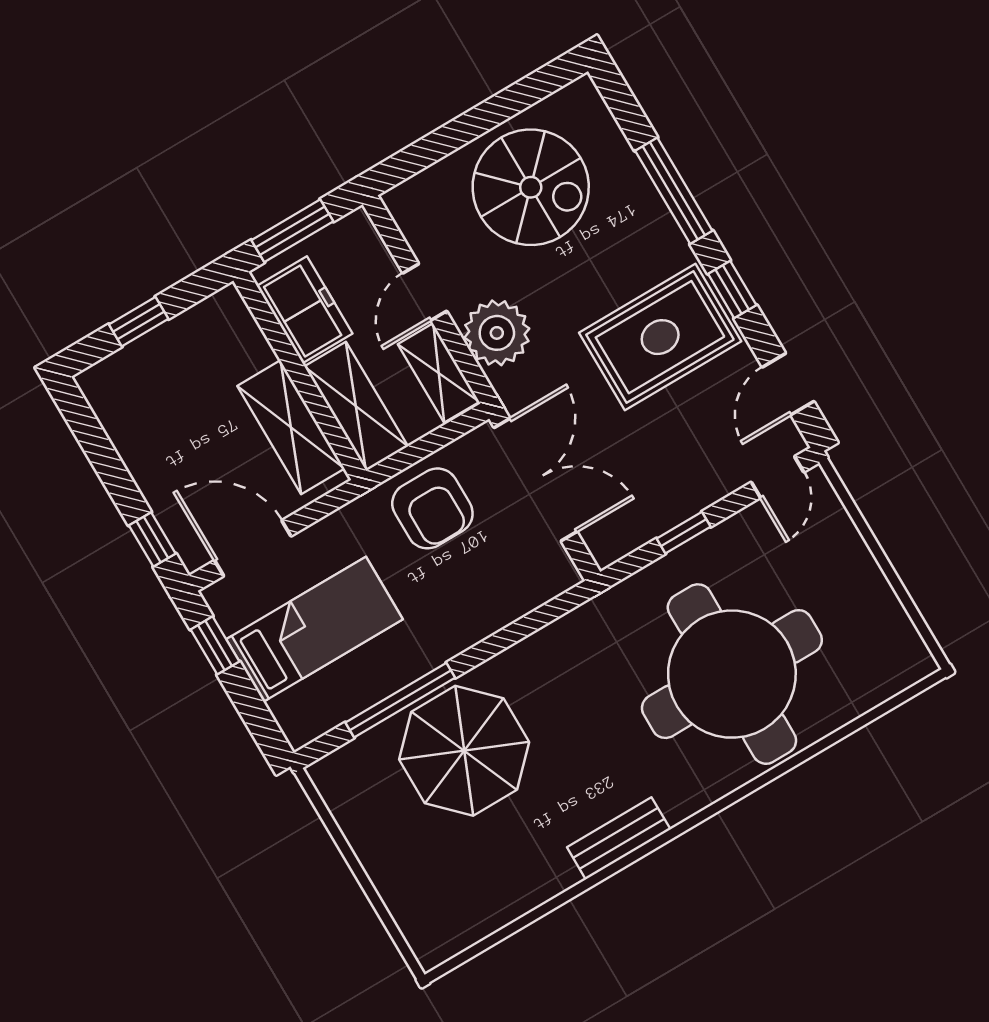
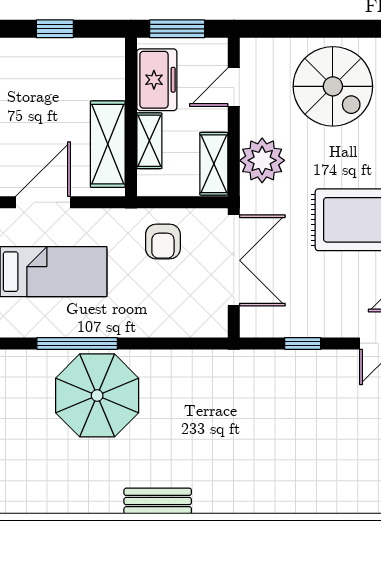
door: (425, 292) -> (234, 87), moved
shelving: (356, 406) -> (149, 141), width x0.67, depth x0.75
armchair: (432, 508) -> (163, 241), width x0.72, depth x0.72
door: (253, 548) -> (43, 202), hinge flipped
round table: (732, 674) -> (282, 444), removed

